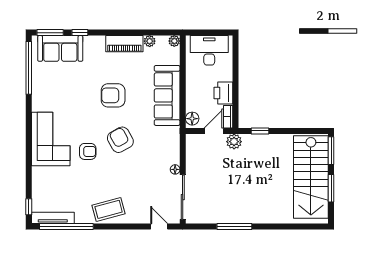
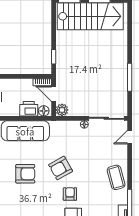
printer: (223, 93) -> (29, 109), moved, turned 180
armchair: (113, 95) -> (25, 174), turned -90
plant: (234, 142) -> (62, 110), moved

